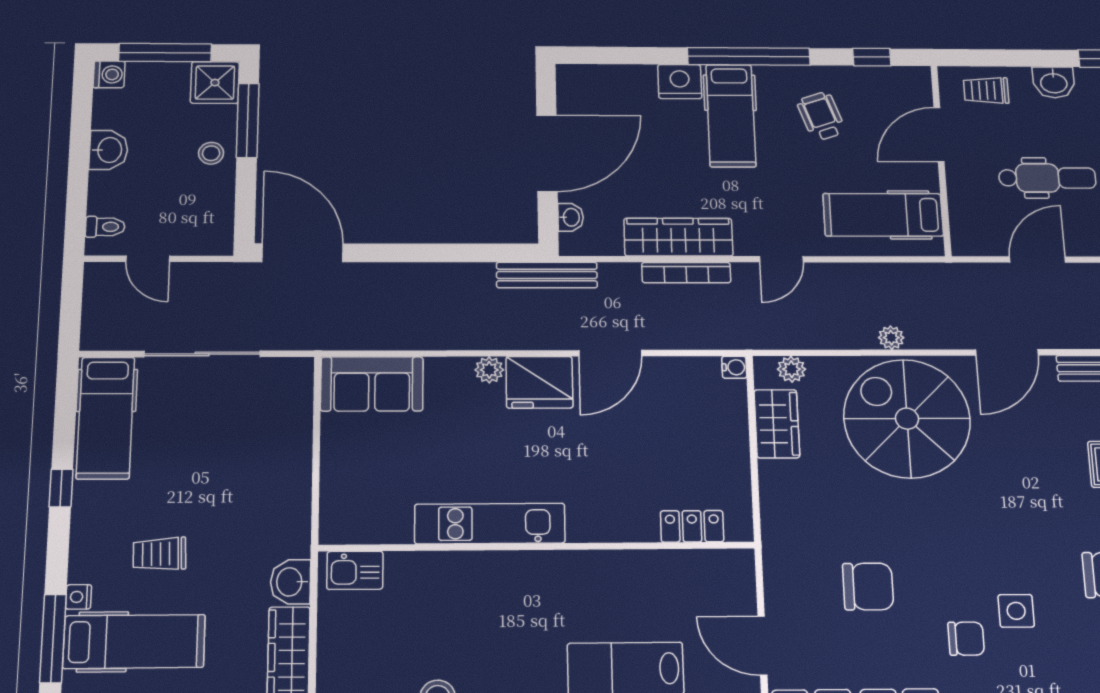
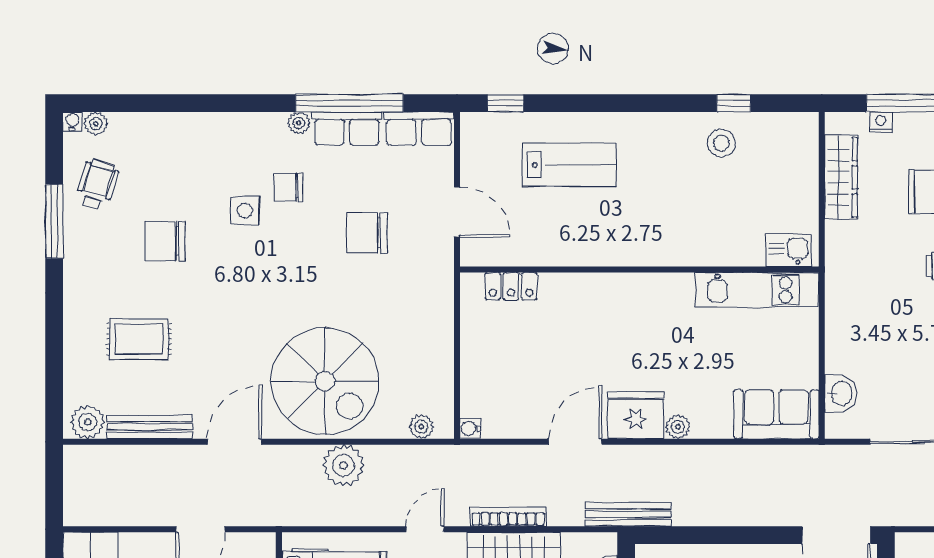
plant: (891, 338) -> (343, 465), width x1.88, depth x1.88
wardrobe: (777, 424) -> (436, 377), removed
kitchen unit: (490, 524) -> (757, 290), moved
washbasin: (290, 582) -> (841, 393), moved
door: (762, 646) -> (457, 212), moved

